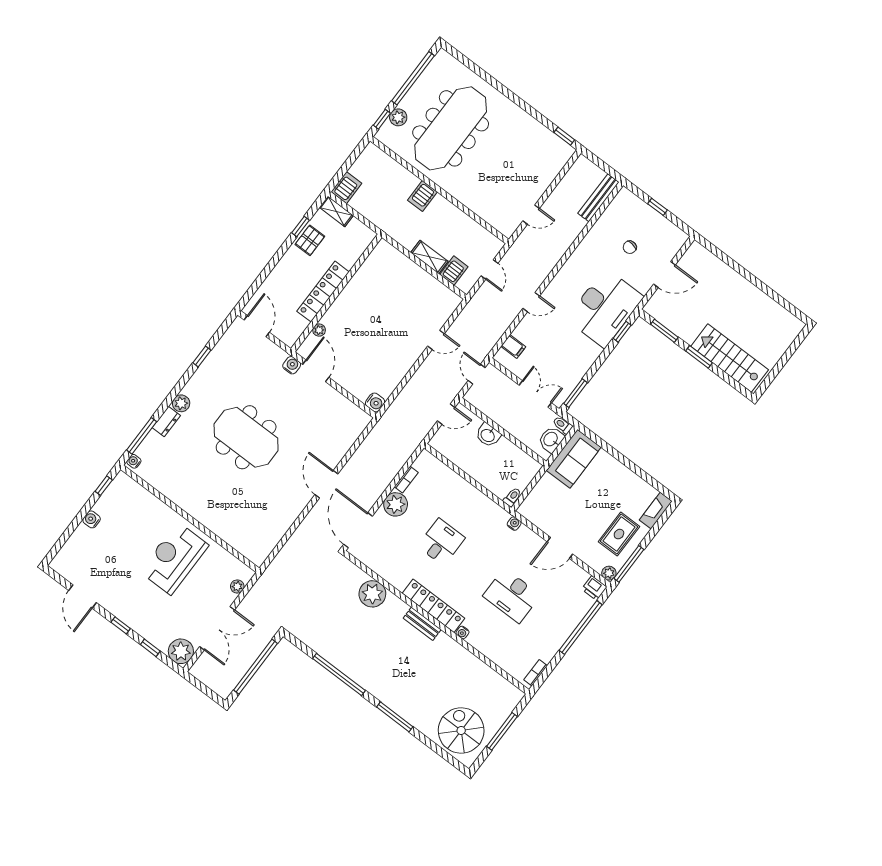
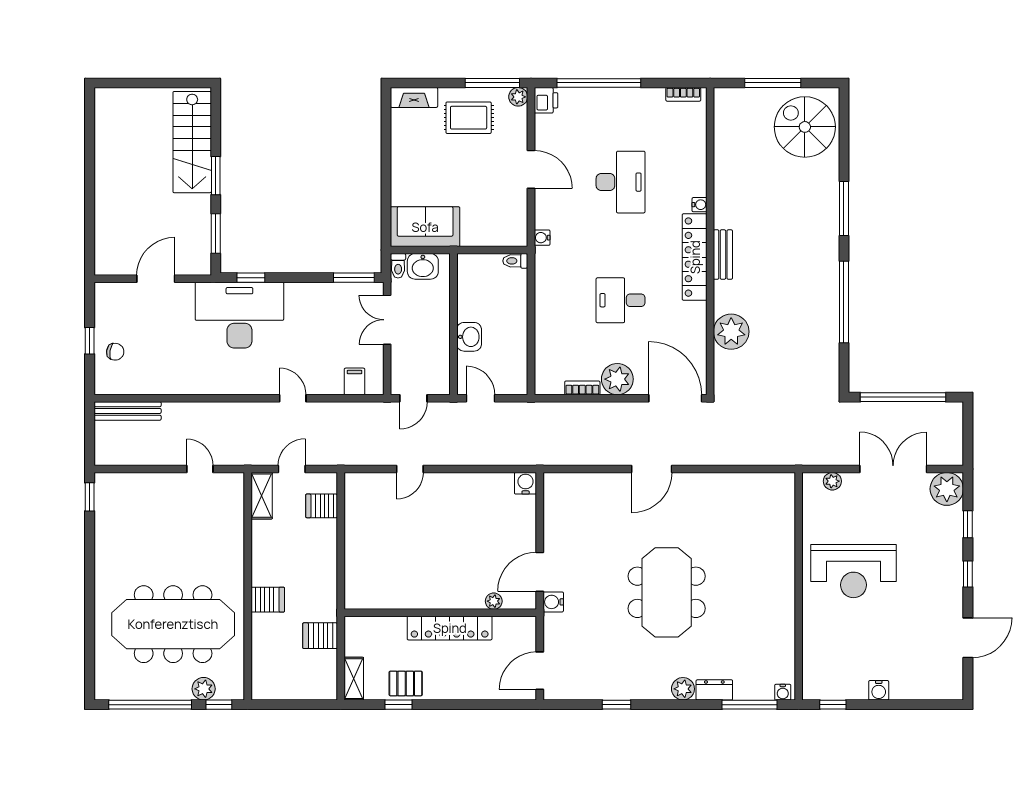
server rack: (346, 188) -> (320, 636), moved
chair: (630, 247) -> (115, 352), moved
shelving: (429, 257) -> (262, 496), moved
door: (664, 274) -> (156, 279), hinge flipped
door: (436, 340) -> (410, 469), swing flipped
door: (358, 530) -> (675, 398), swing flipped
spiral stairs: (461, 731) -> (805, 127), turned 90

